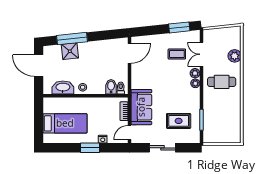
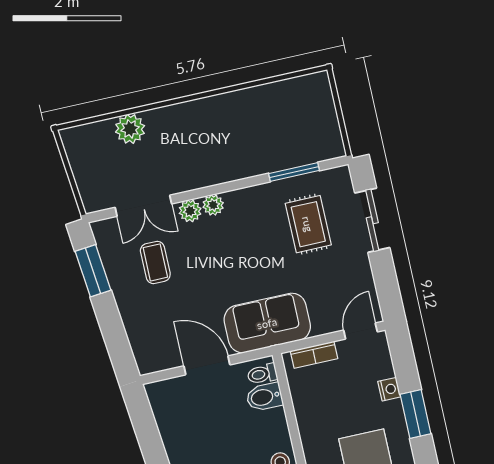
door: (129, 53) -> (207, 365), moved
cafe table: (222, 82) -> (196, 145), removed
sofa: (141, 107) -> (267, 323), moved
door: (129, 133) -> (360, 331), swing flipped
sliding door: (162, 148) -> (372, 220), moved

